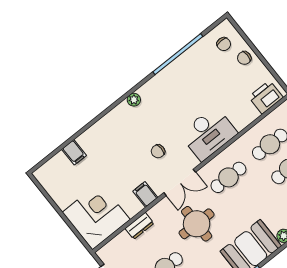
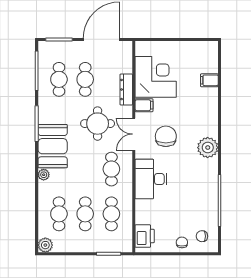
plant: (134, 100) -> (208, 148), width x1.88, depth x1.88
chair: (158, 151) -> (166, 136), width x1.87, depth x1.87
corner desk: (96, 216) -> (156, 77), moved, turned -90
dresser: (140, 226) -> (126, 90), width x1.44

